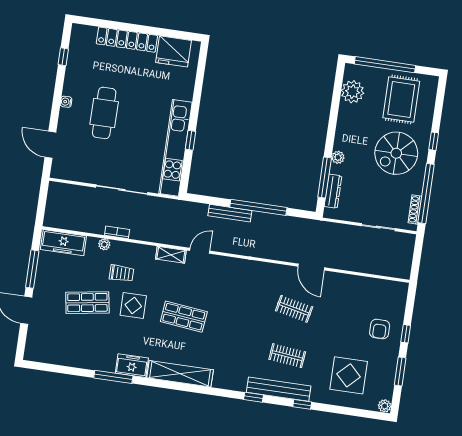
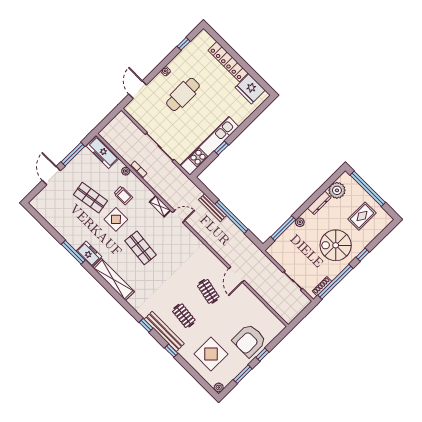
rug: (401, 99) -> (362, 216), width x0.73, depth x0.70
dresser: (333, 191) -> (319, 203), moved
armchair: (380, 329) -> (249, 340), width x1.88, depth x1.88

